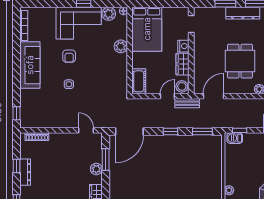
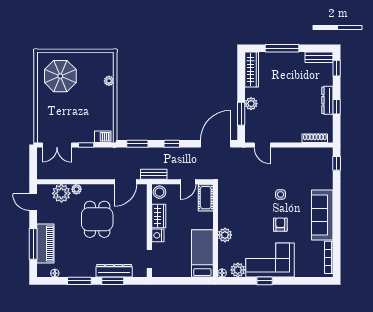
dresser: (243, 13) -> (114, 271), moved
bed: (147, 29) -> (202, 253), width x0.67
door: (167, 96) -> (188, 182), moved
window: (240, 130) -> (86, 145), moved

